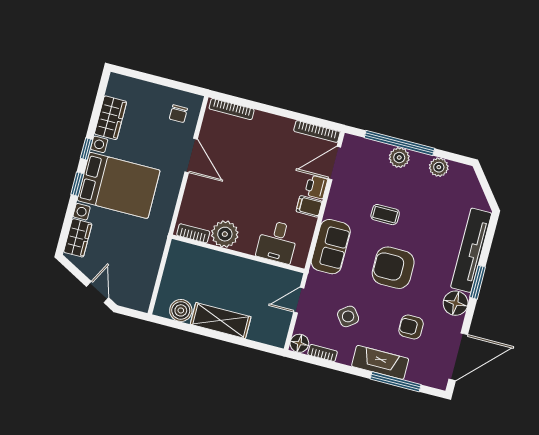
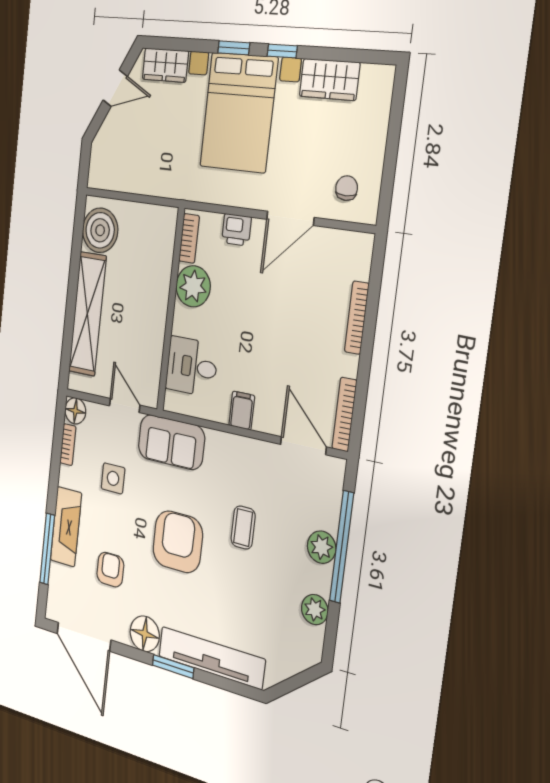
bookcase: (232, 109) -> (357, 318), moved
chair: (178, 114) -> (347, 188), turned 90
printer: (316, 187) -> (236, 230), moved, turned 180
sofa: (331, 247) -> (171, 442), moved
door: (98, 292) -> (115, 88), moved
boiler: (181, 310) -> (100, 230), width x1.37, depth x1.37
side table: (348, 316) -> (113, 478), turned 37
shelving: (221, 320) -> (87, 314), width x1.47

